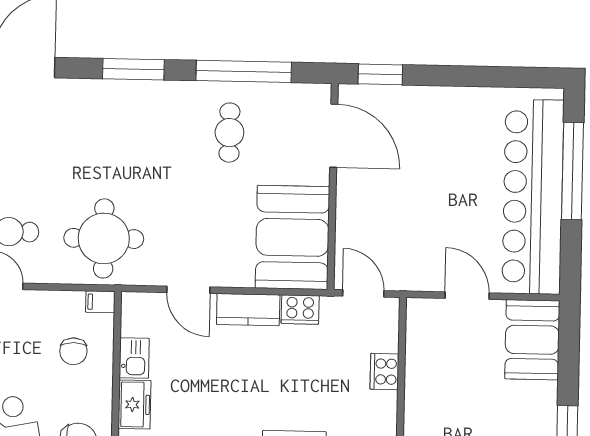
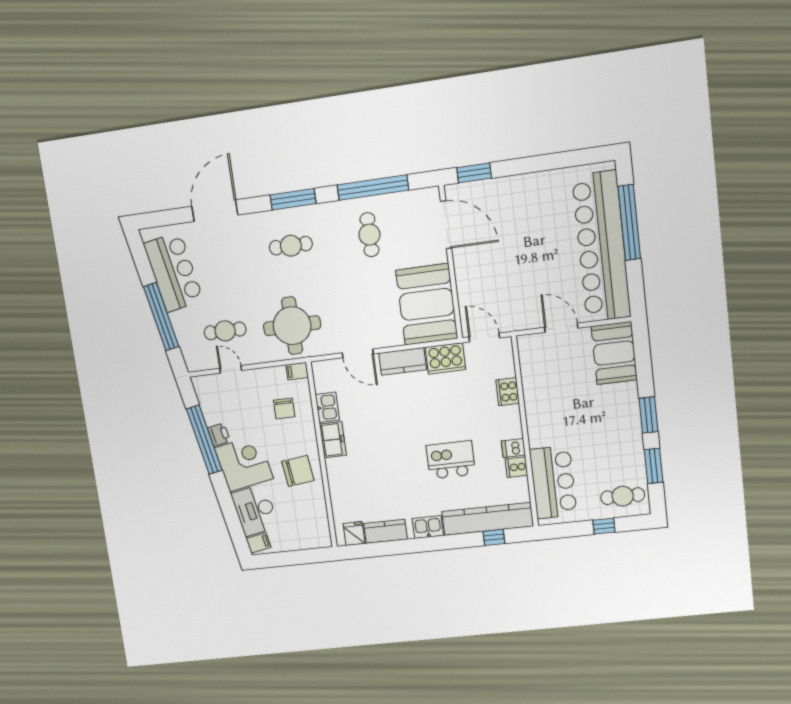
cafe table: (120, 130) -> (291, 246), added
cooker: (300, 310) -> (445, 358), width x1.37, depth x1.31

